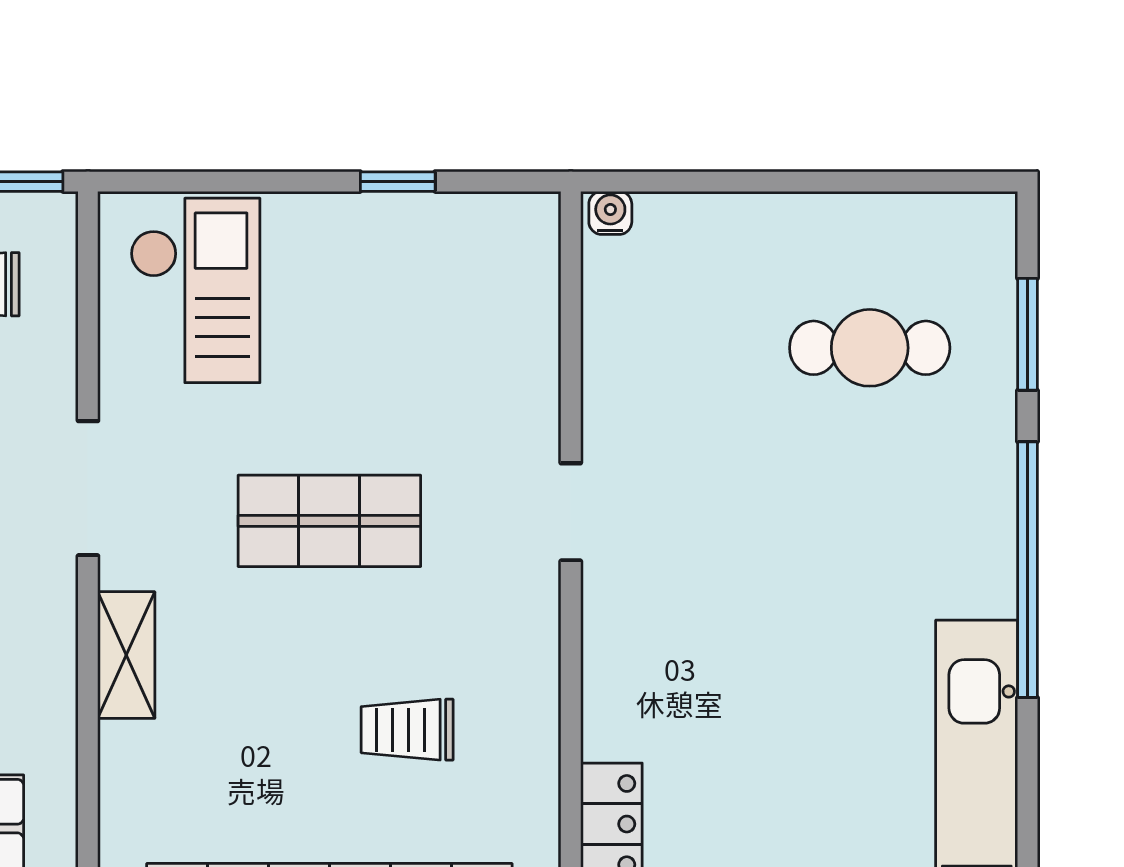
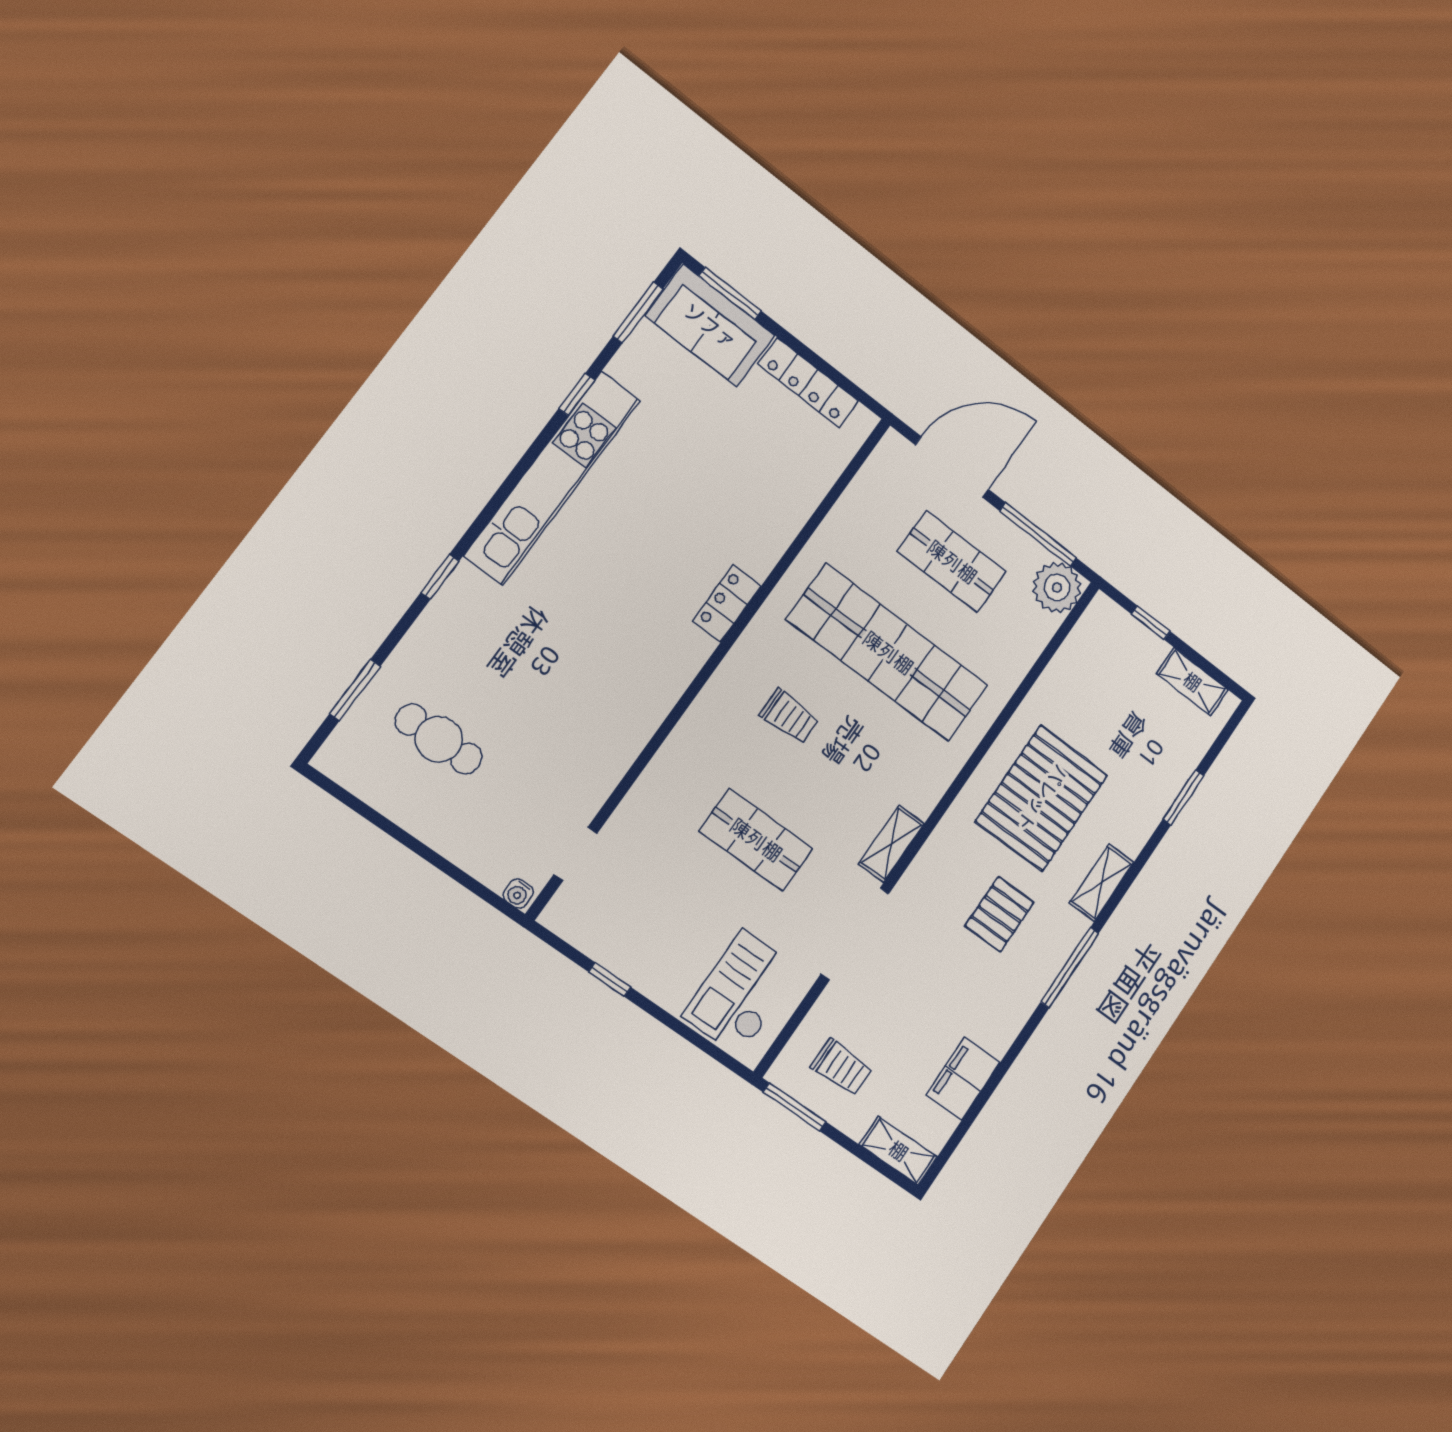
doorway: (88, 488) -> (855, 934), width x1.36
doorway: (571, 512) -> (575, 854), moved
window: (1028, 570) -> (440, 577), width x0.32

